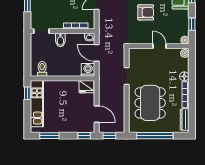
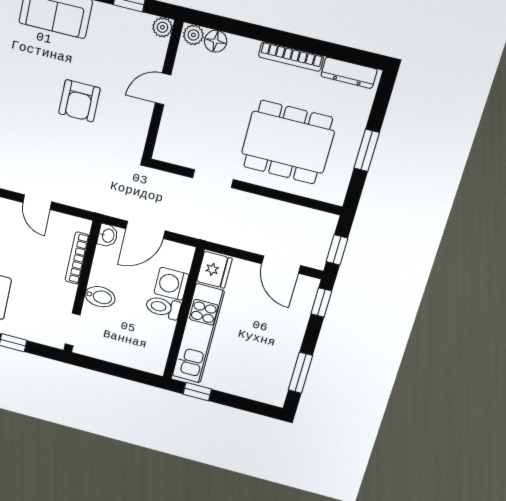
armchair: (146, 12) -> (79, 101), turned 180
toilet: (42, 69) -> (163, 307), moved
washing machine: (88, 70) -> (171, 284), moved
floor lamp: (184, 76) -> (216, 41), moved
kitchen unit: (37, 104) -> (198, 334), moved, turned 90
door: (97, 114) -> (281, 265), swing flipped
window: (155, 136) -> (367, 150), width x0.47

